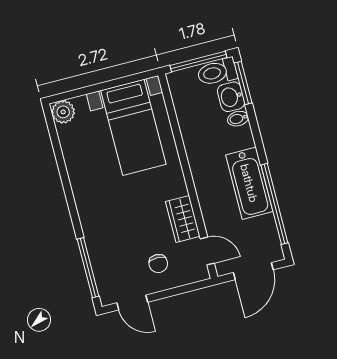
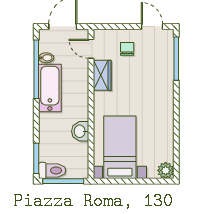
washbasin: (231, 97) -> (80, 131), moved, turned 180
bidet: (238, 119) -> (46, 58), moved

